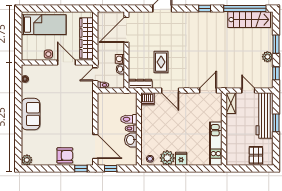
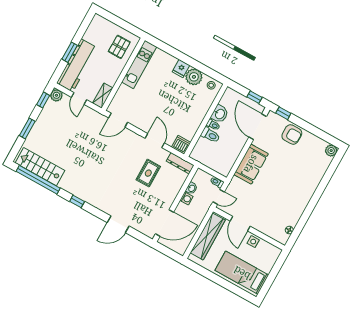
plant: (267, 57) -> (56, 95), moved
sofa: (31, 114) -> (251, 164), moved, turned 180
armchair: (65, 155) -> (292, 134), turned 180
pallet: (256, 155) -> (119, 47), moved

